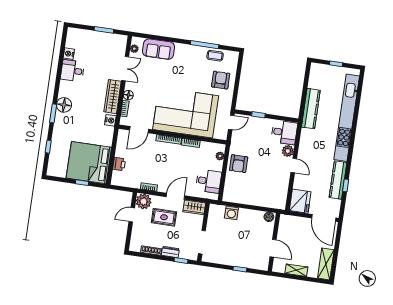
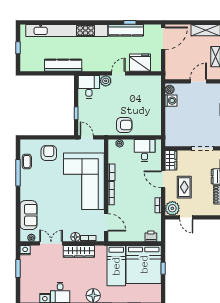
armchair: (221, 80) -> (49, 153), turned 90
nightstand: (110, 120) -> (25, 250), moved
bed: (92, 134) -> (116, 266), added
printer: (119, 164) -> (151, 236), moved
fridge: (300, 201) -> (140, 63), moved
washing machine: (231, 213) -> (171, 101), moved

